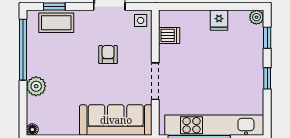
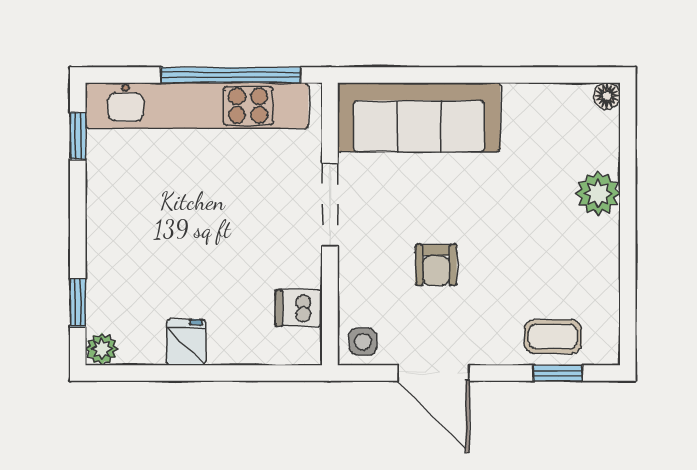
coffee table: (56, 23) -> (553, 337), width x0.73, depth x0.77
window: (23, 50) -> (628, 276), removed
window: (267, 78) -> (78, 136), moved

